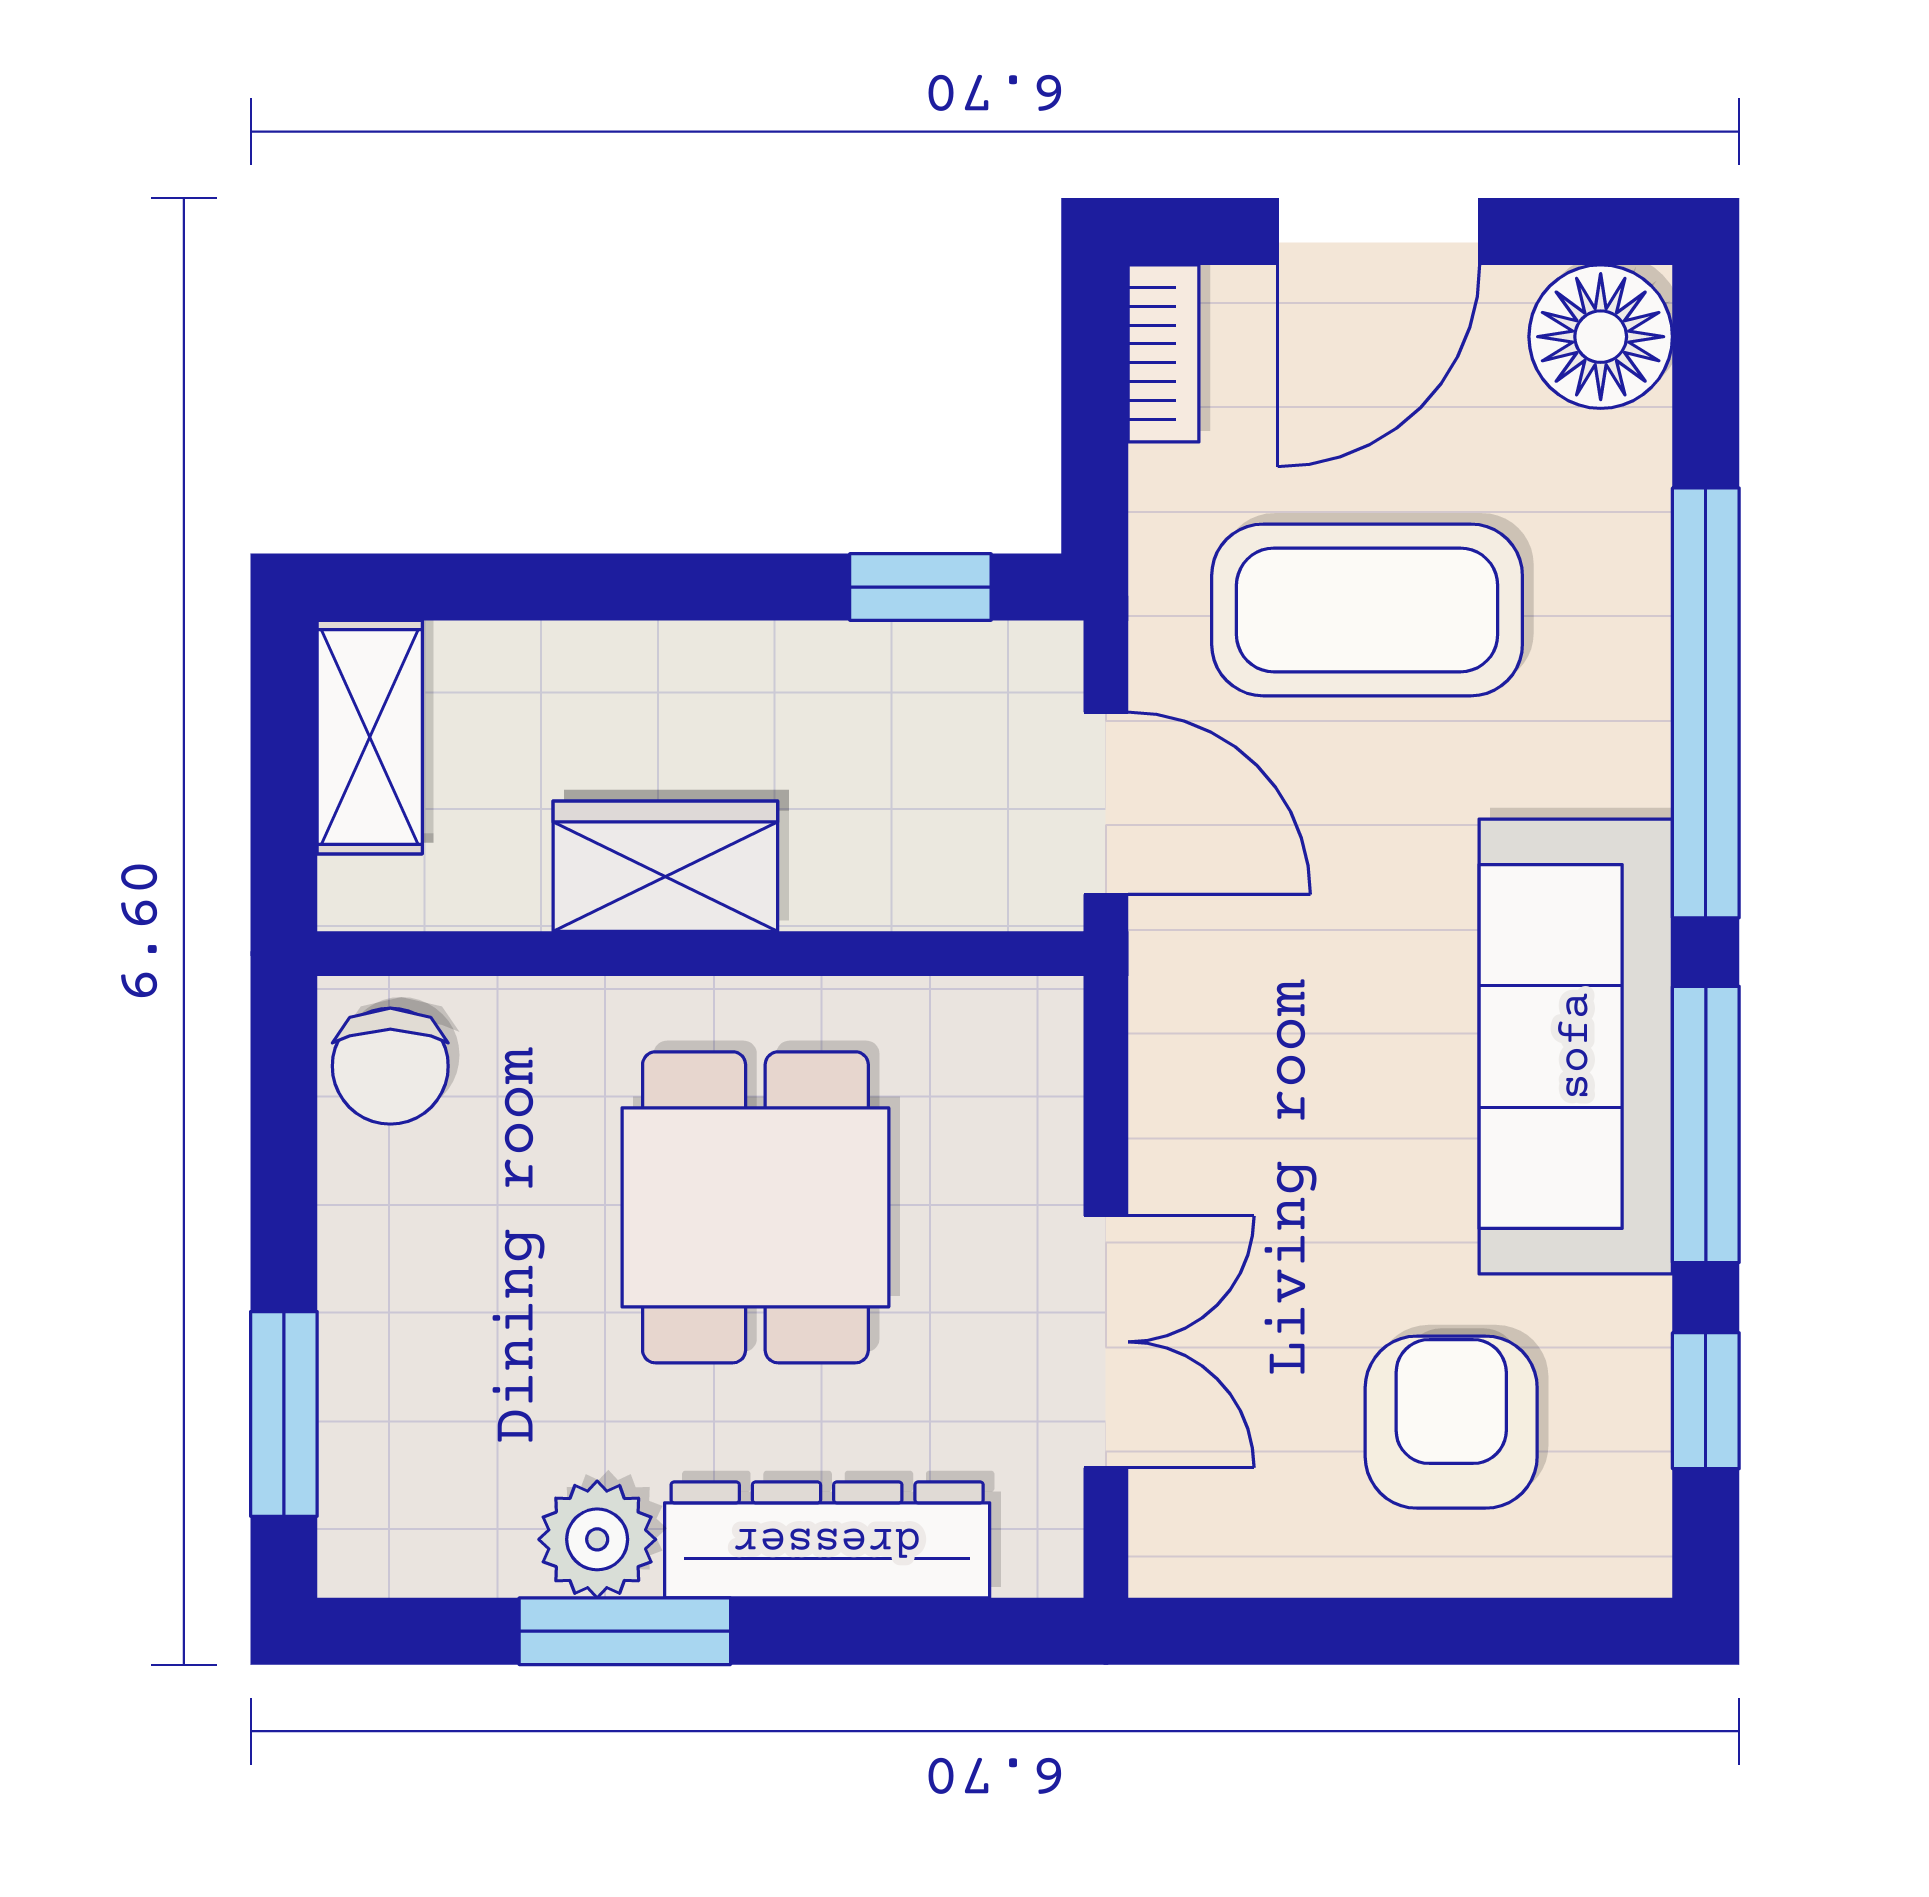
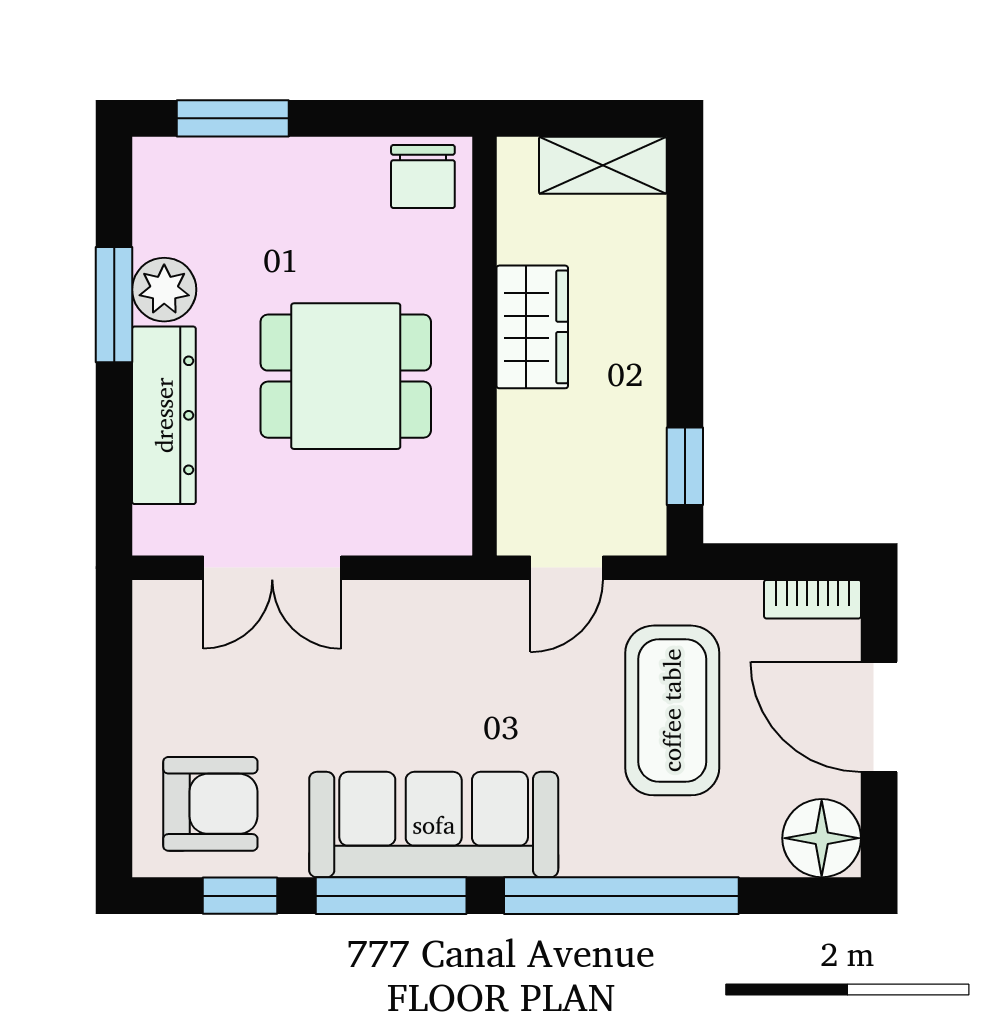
door: (1106, 803) -> (567, 568), width x0.73
chair: (390, 1066) -> (423, 176), turned -90
armchair: (1451, 1422) -> (210, 804), moved

